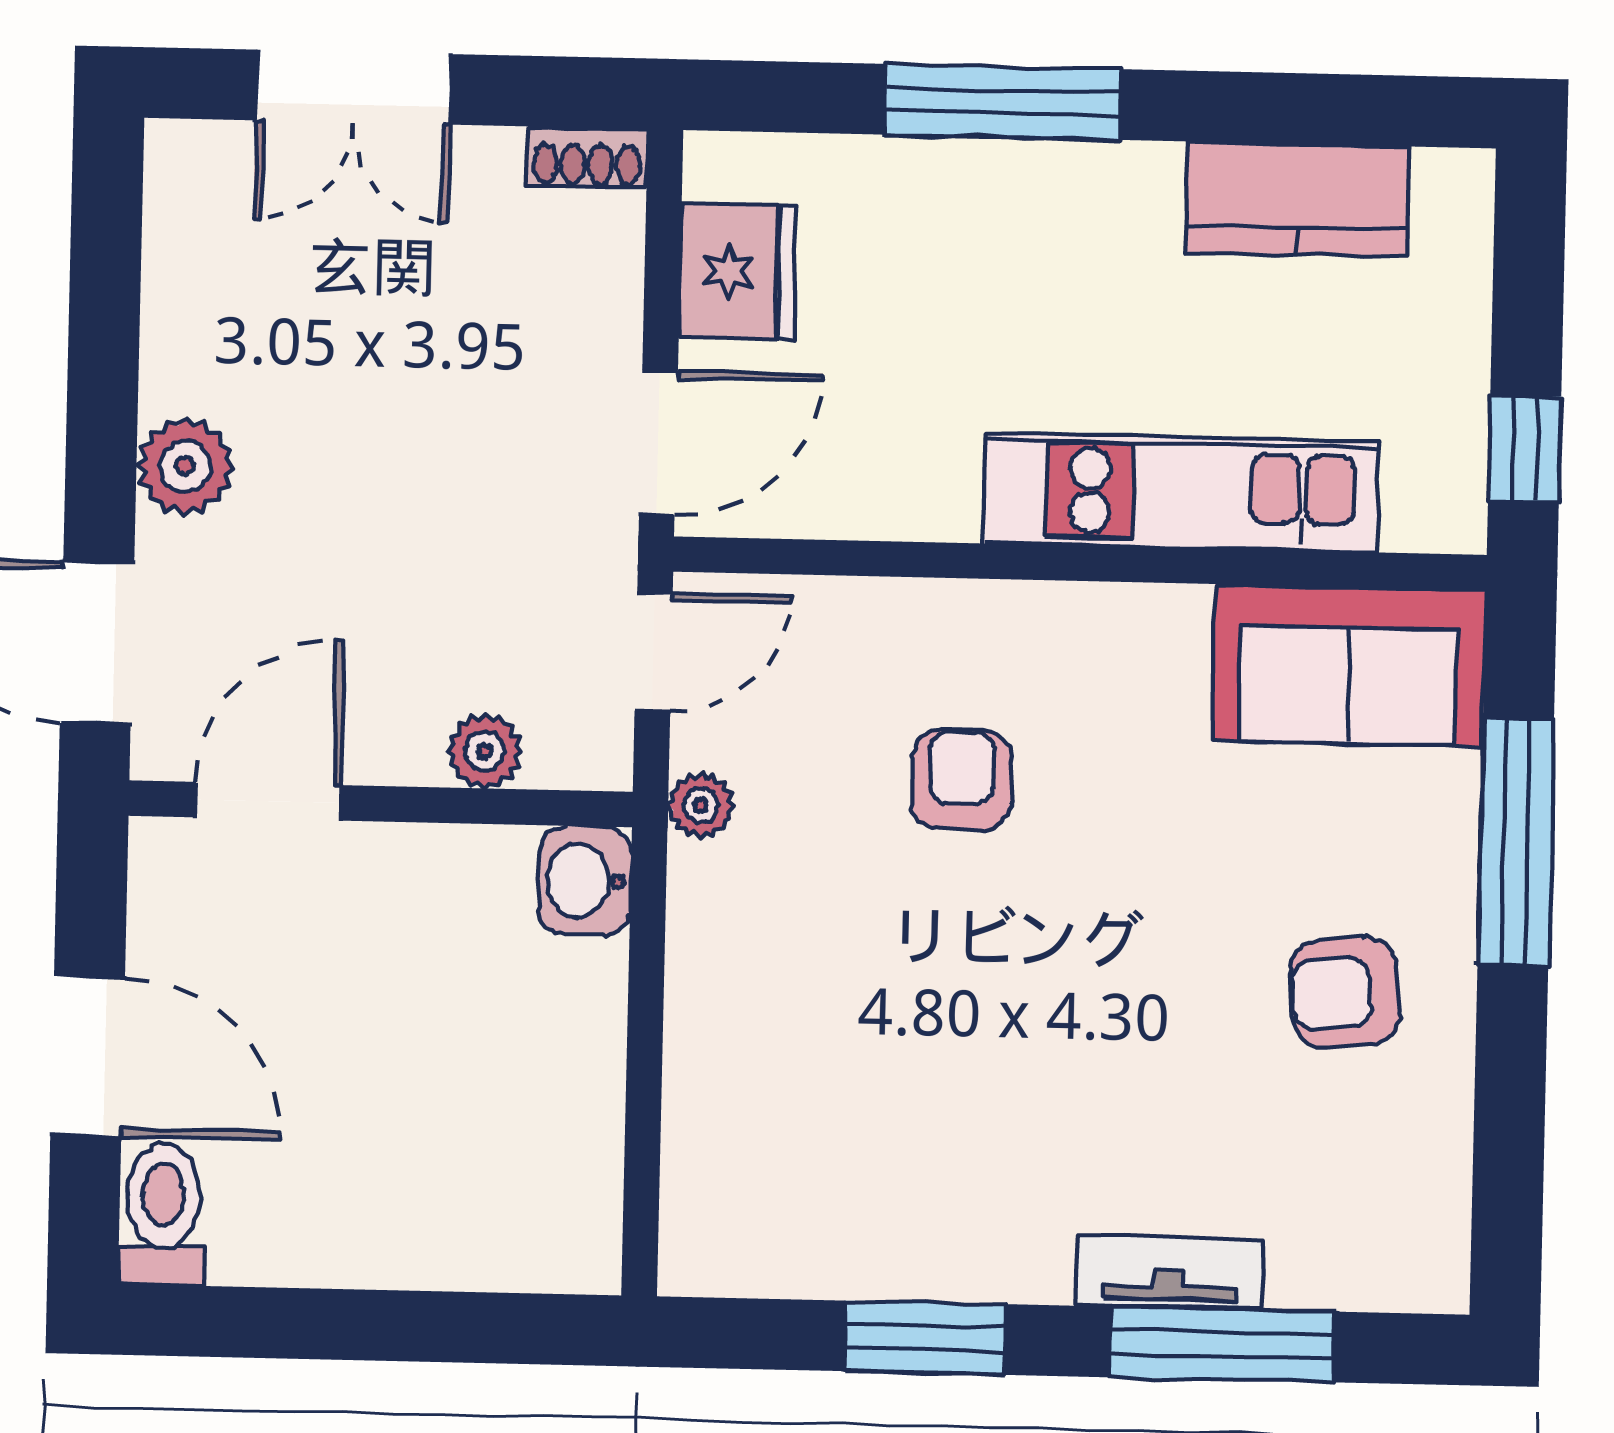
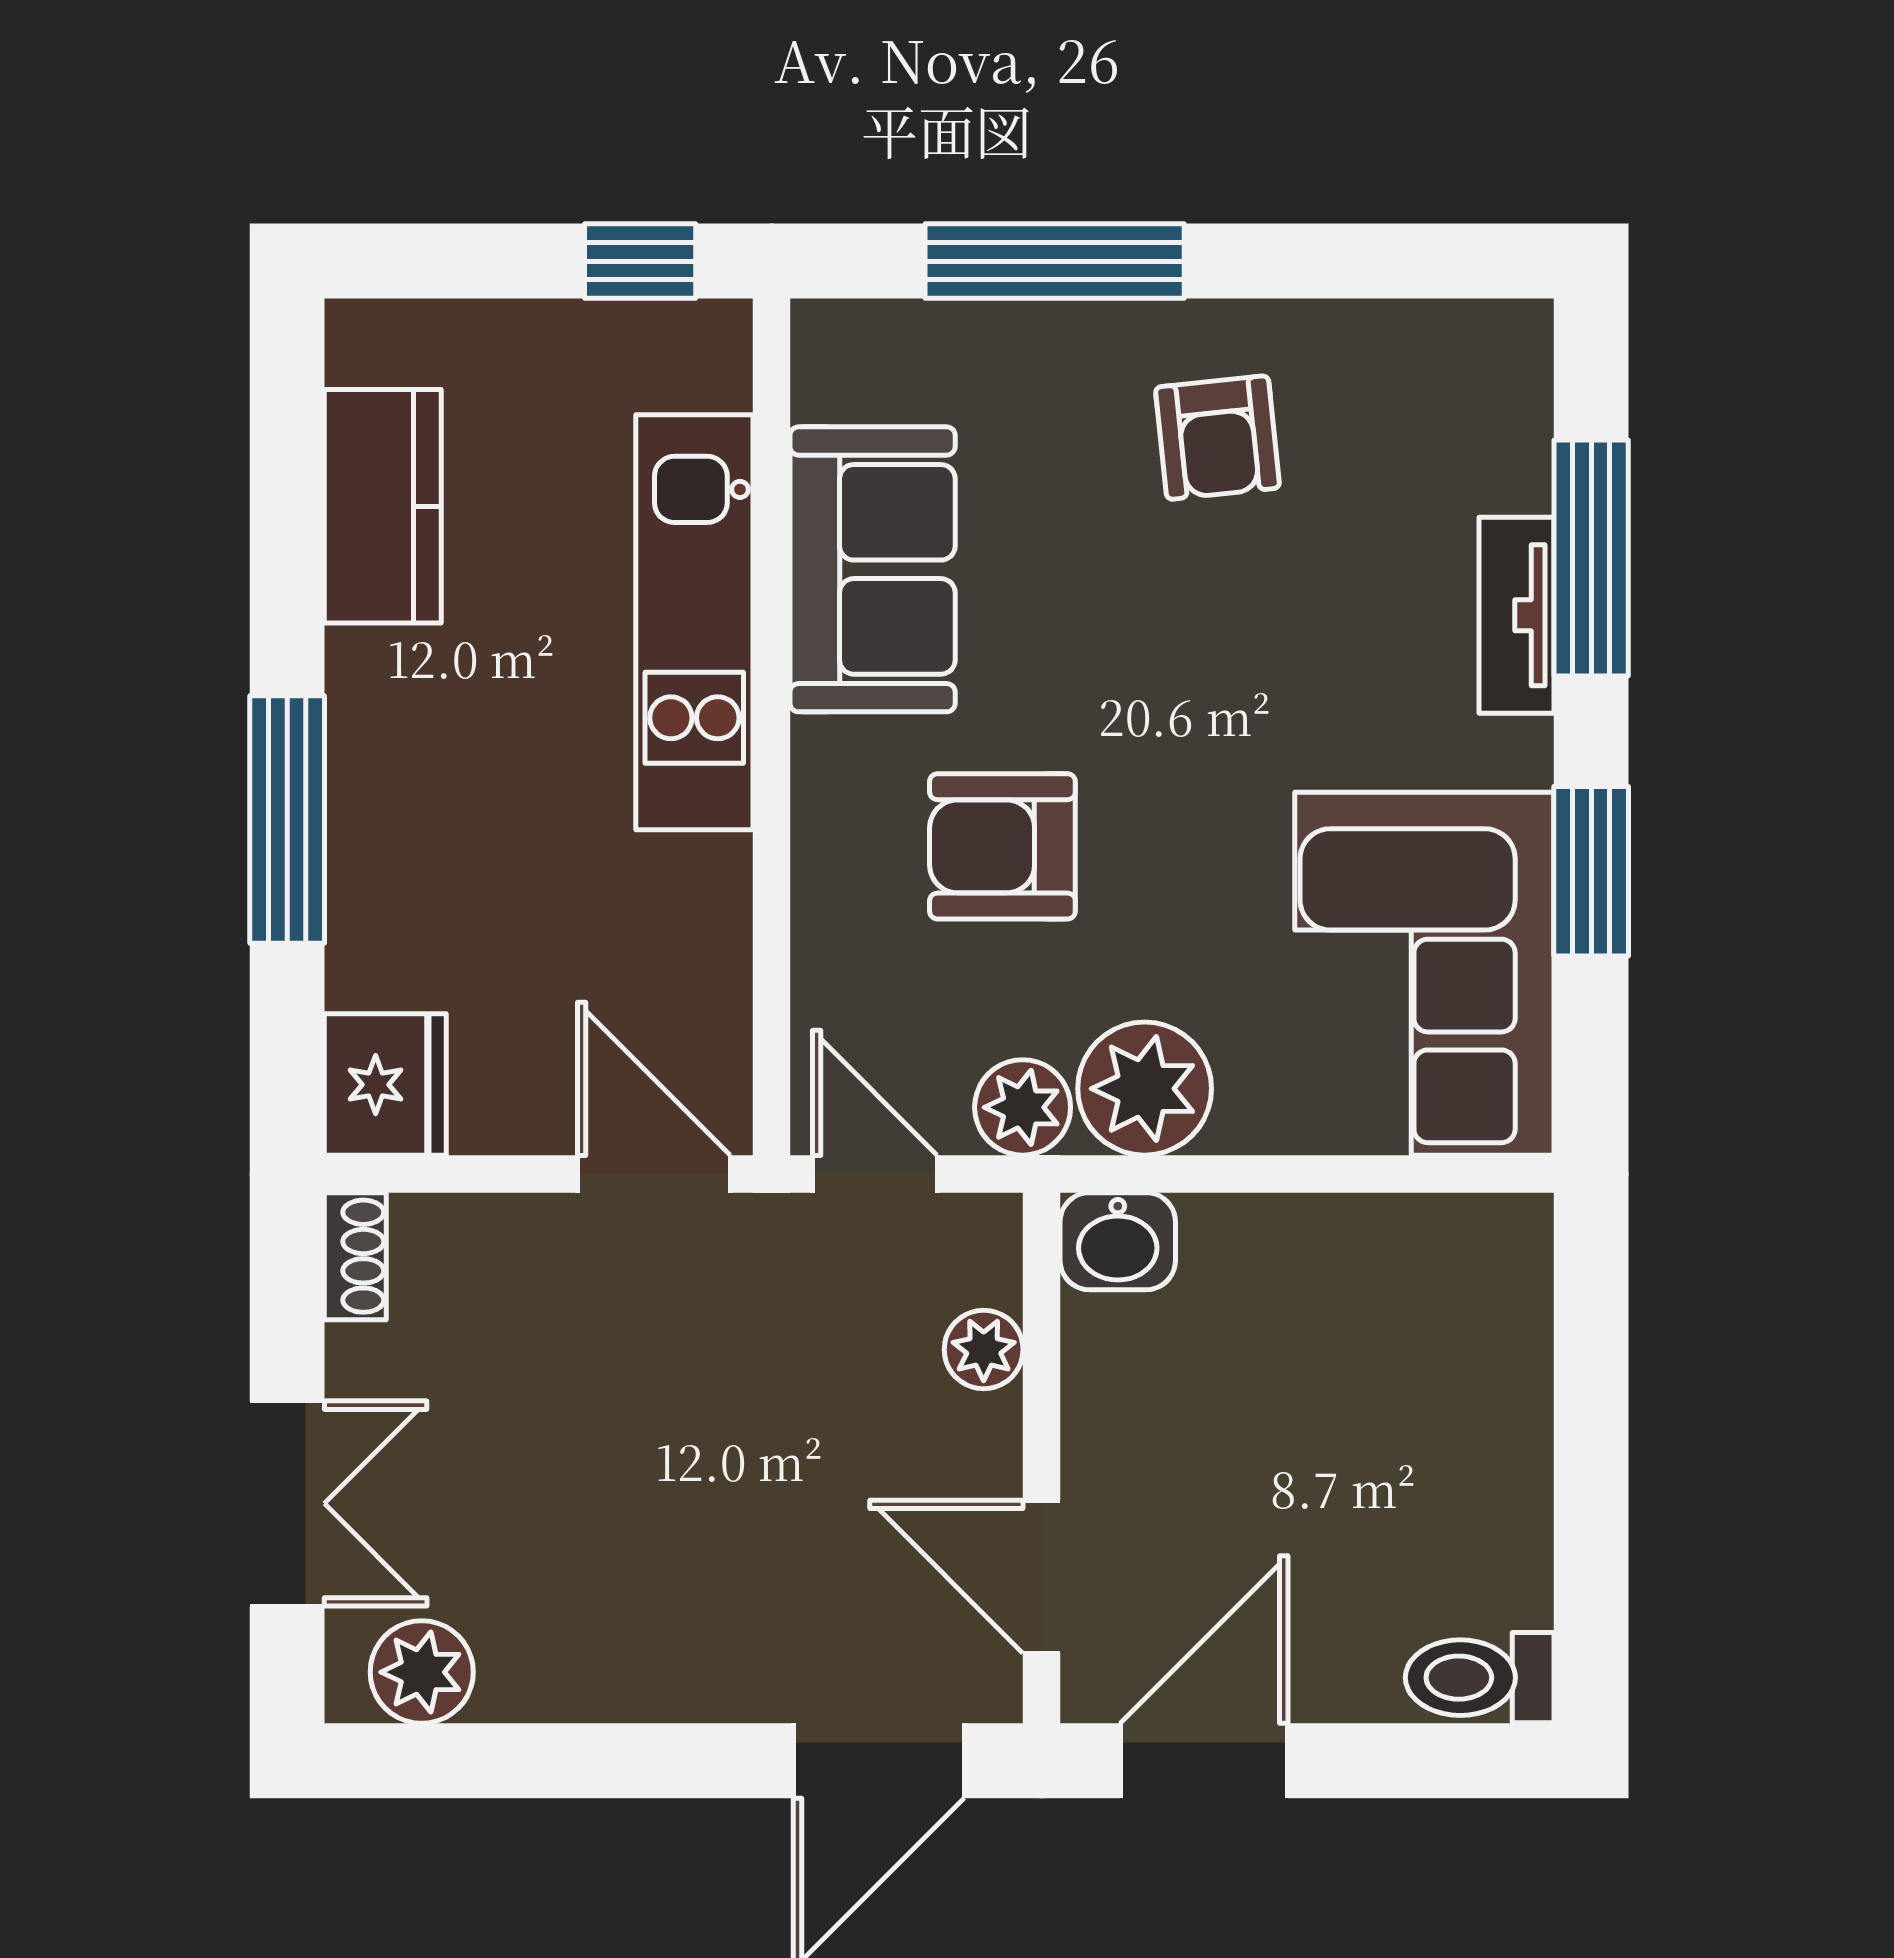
fridge: (738, 271) -> (385, 1085), moved, turned 90
plant: (185, 466) -> (422, 1672), moved
sofa: (1349, 665) -> (873, 569), moved
armchair: (962, 780) -> (1002, 846), width x1.38, depth x1.38
plant: (701, 805) -> (1023, 1107), width x1.38, depth x1.38
plant: (729, 909) -> (1145, 1089), added
door: (88, 1056) -> (1204, 1761), moved
corner sofa: (832, 1177) -> (1424, 974), added

